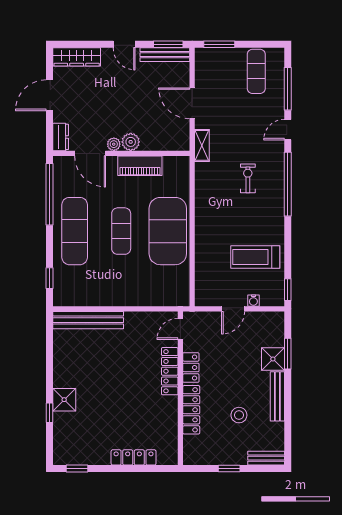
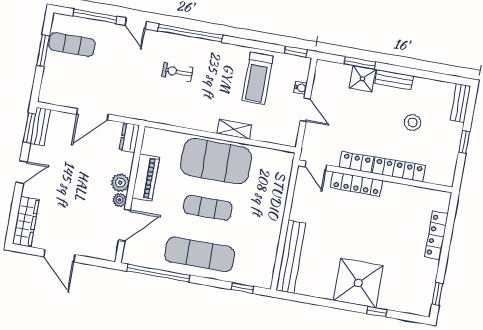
window: (219, 44) -> (43, 51), moved
bench: (165, 55) -> (40, 126), width x0.73
dresser: (61, 137) -> (129, 138), moved, turned -90
shelving: (202, 145) -> (234, 129), moved
bench: (277, 396) -> (394, 80), width x0.73
shower: (64, 400) -> (358, 283), width x1.86, depth x1.86

